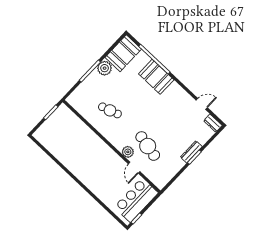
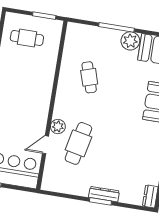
cafe table: (58, 133) -> (27, 38), added

